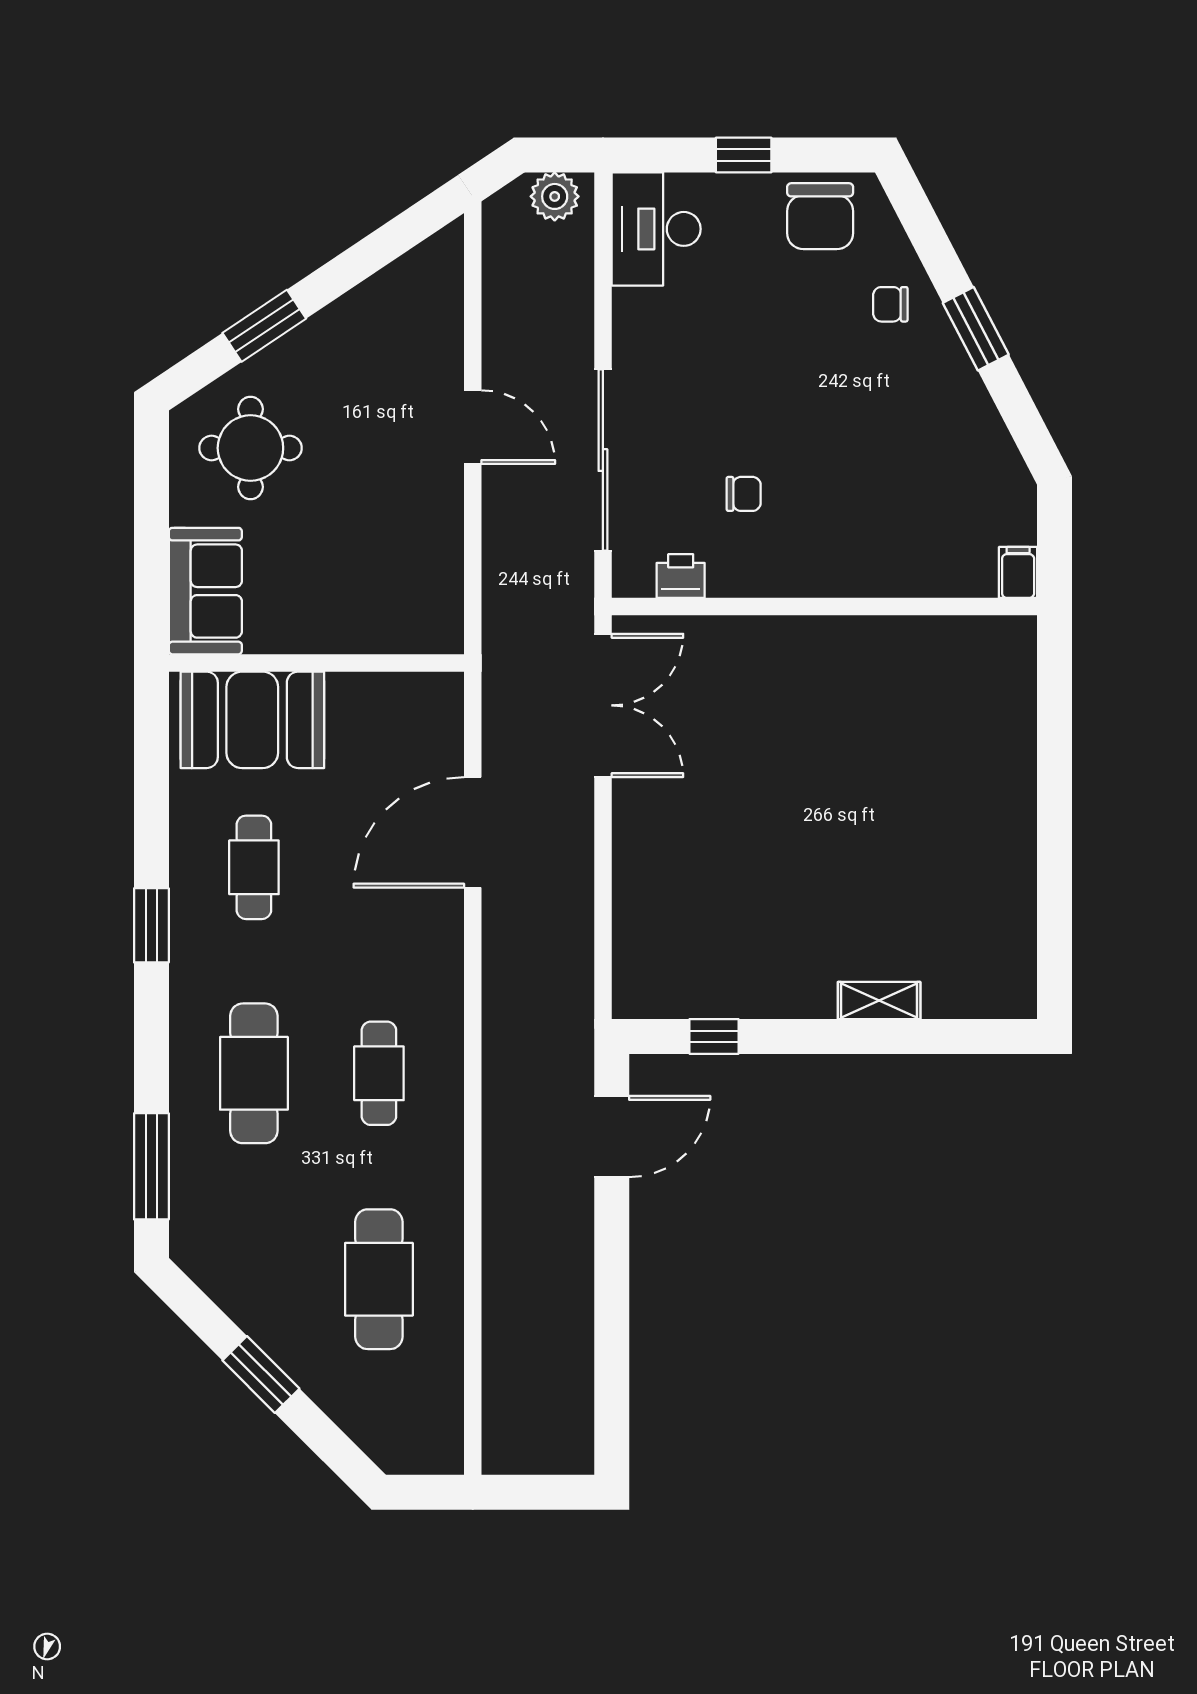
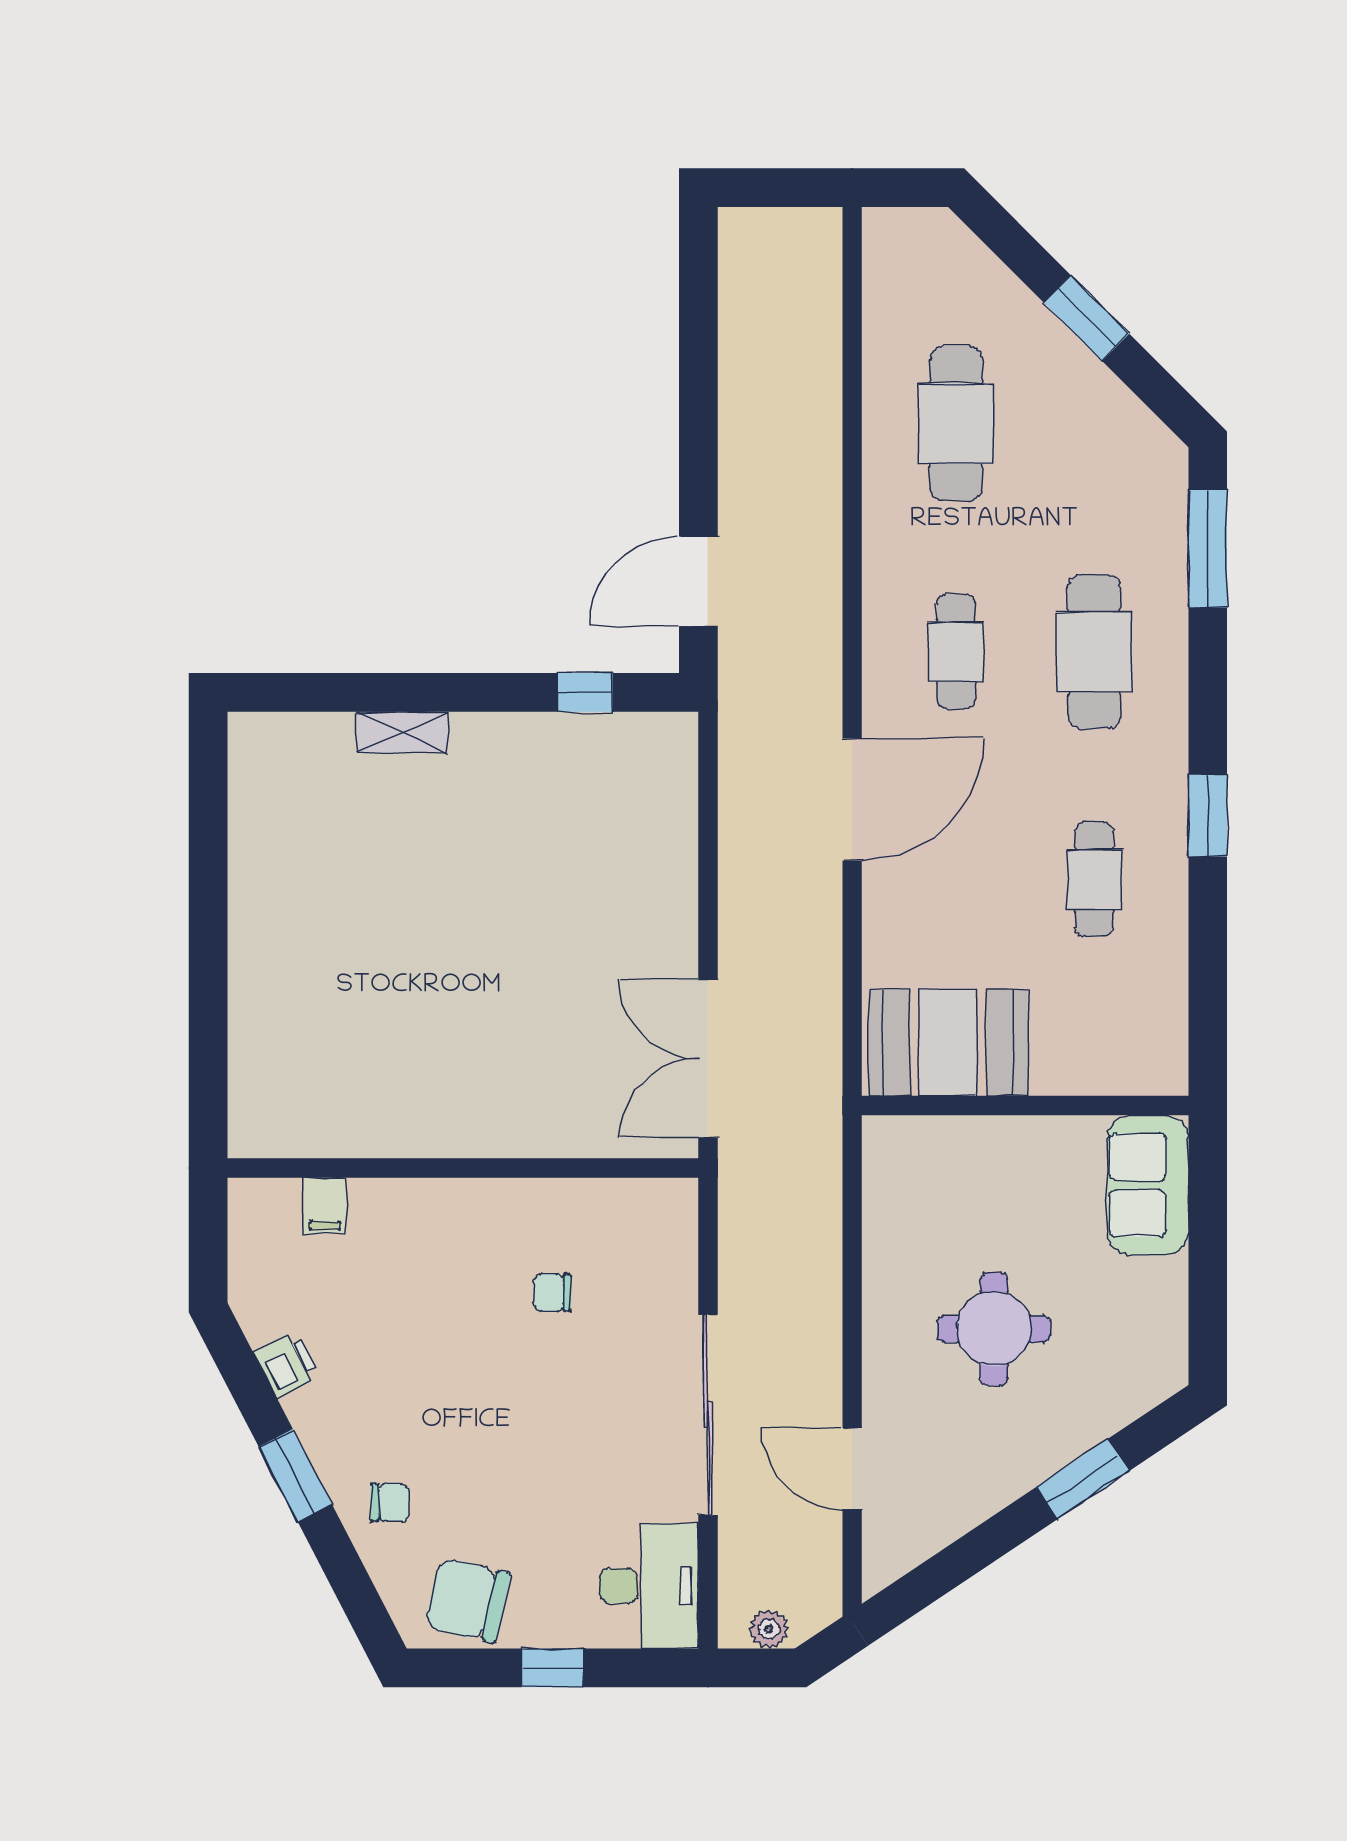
plant: (555, 196) -> (769, 1629), width x0.73, depth x0.73
chair: (820, 216) -> (468, 1600), turned -77
door: (473, 427) -> (852, 1469), moved
round table: (250, 448) -> (994, 1329), moved
sliding door: (603, 460) -> (708, 1415), moved
filing cabinet: (1018, 572) -> (325, 1206), moved
printer: (681, 576) -> (287, 1364), moved, turned -117
booth: (252, 720) -> (948, 1043), moved
door: (473, 832) -> (852, 799), moved

